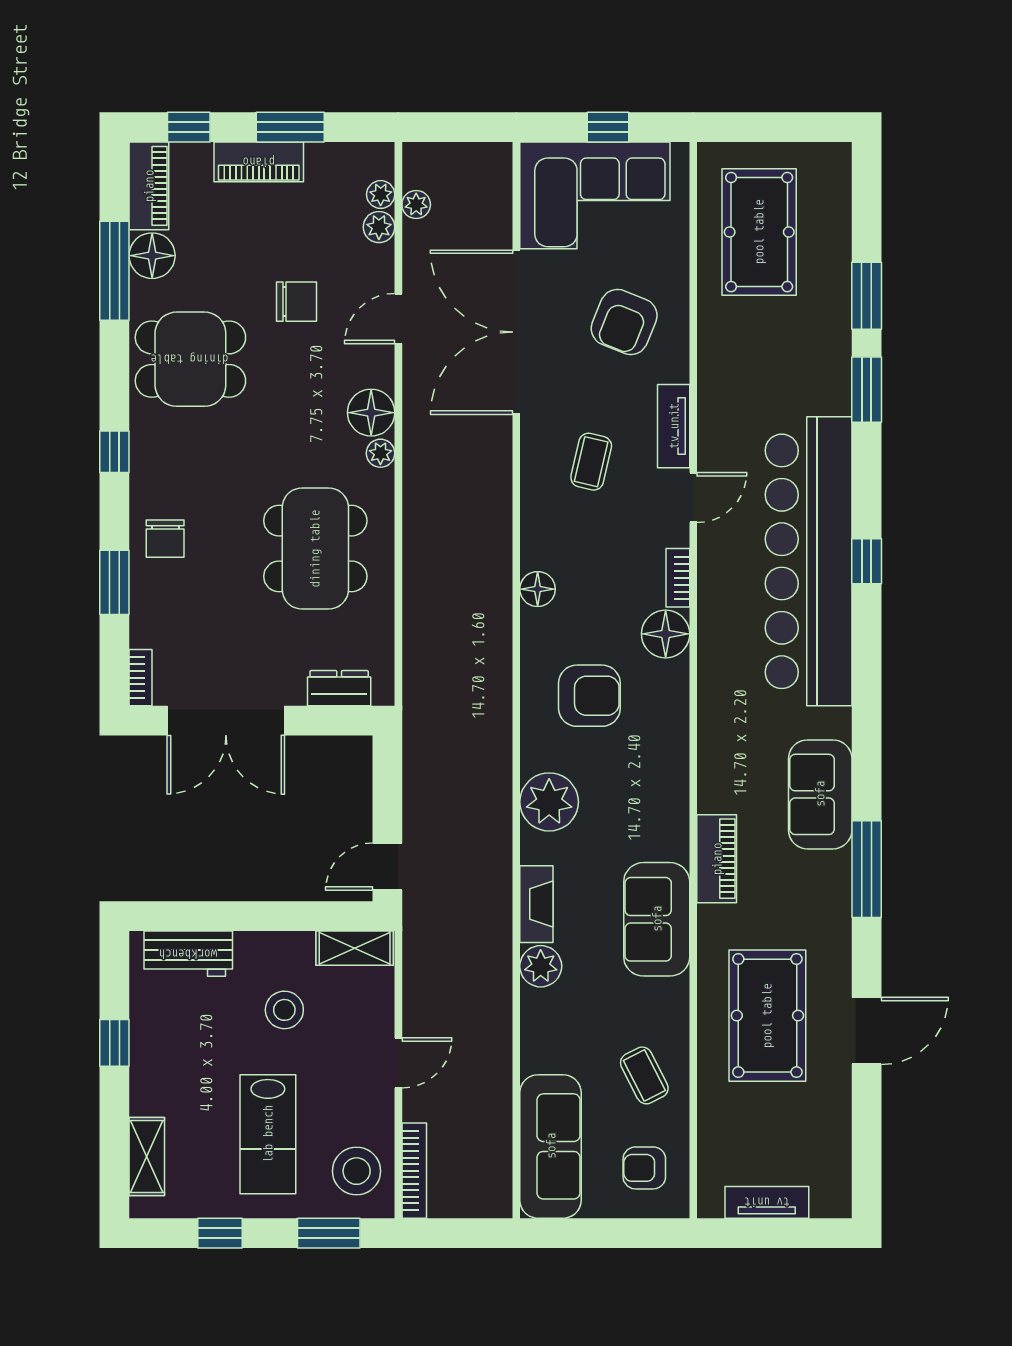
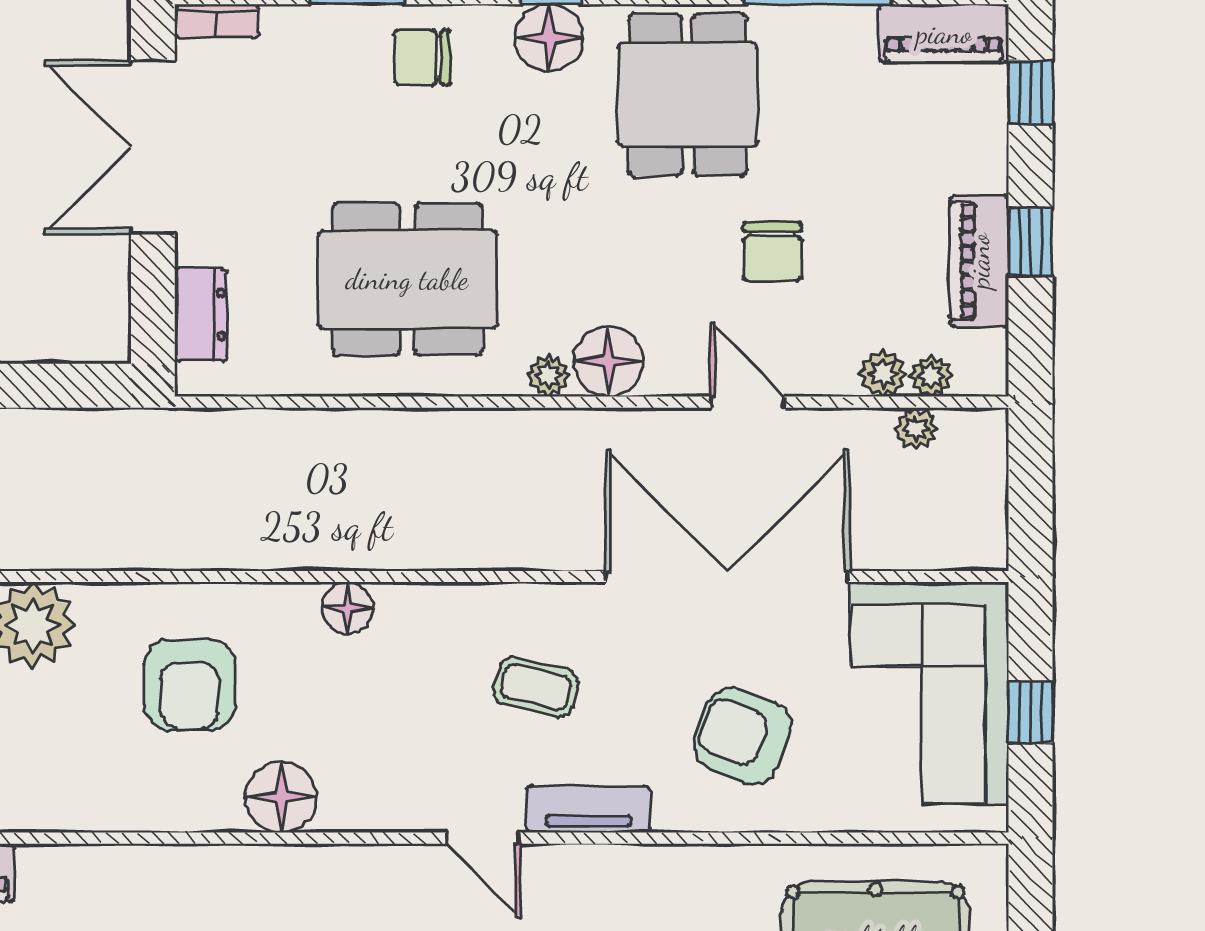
window: (290, 127) -> (1031, 242), width x0.67
piano: (259, 162) -> (979, 261), moved
floor lamp: (152, 256) -> (549, 38), moved
bookcase: (678, 578) -> (364, 815), removed

